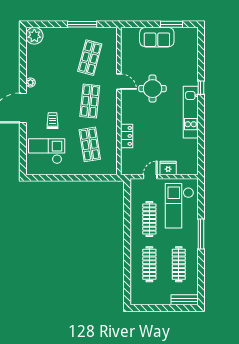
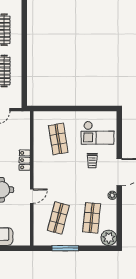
door: (119, 82) -> (32, 196), swing flipped
shop shelf: (90, 101) -> (92, 218), moved
locker: (127, 136) -> (25, 160), moved

